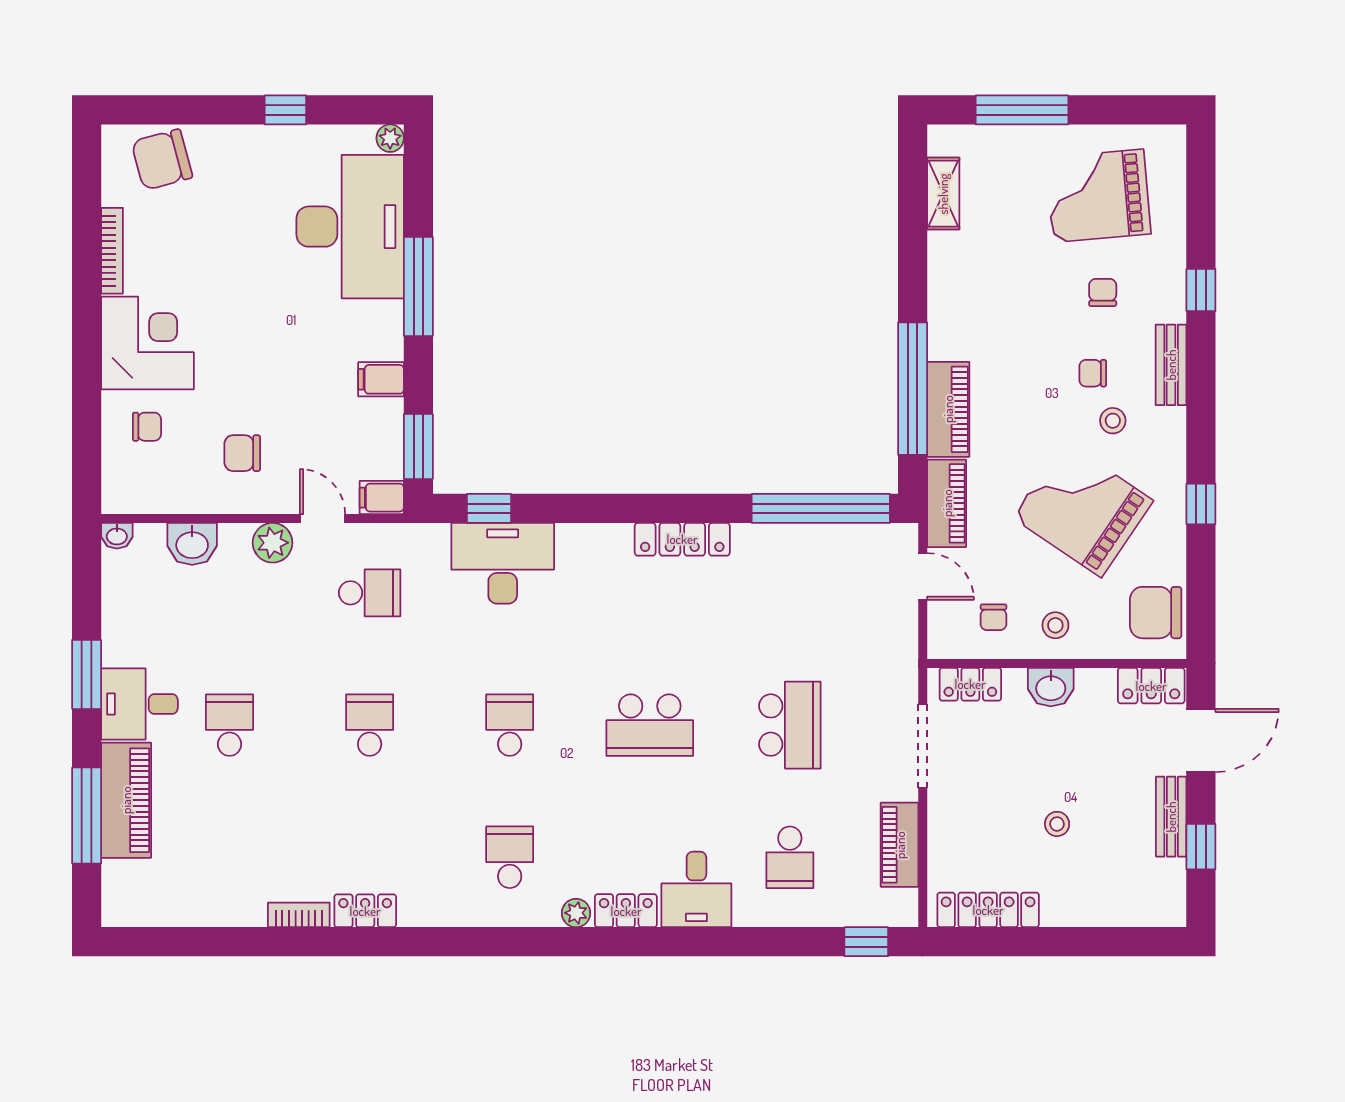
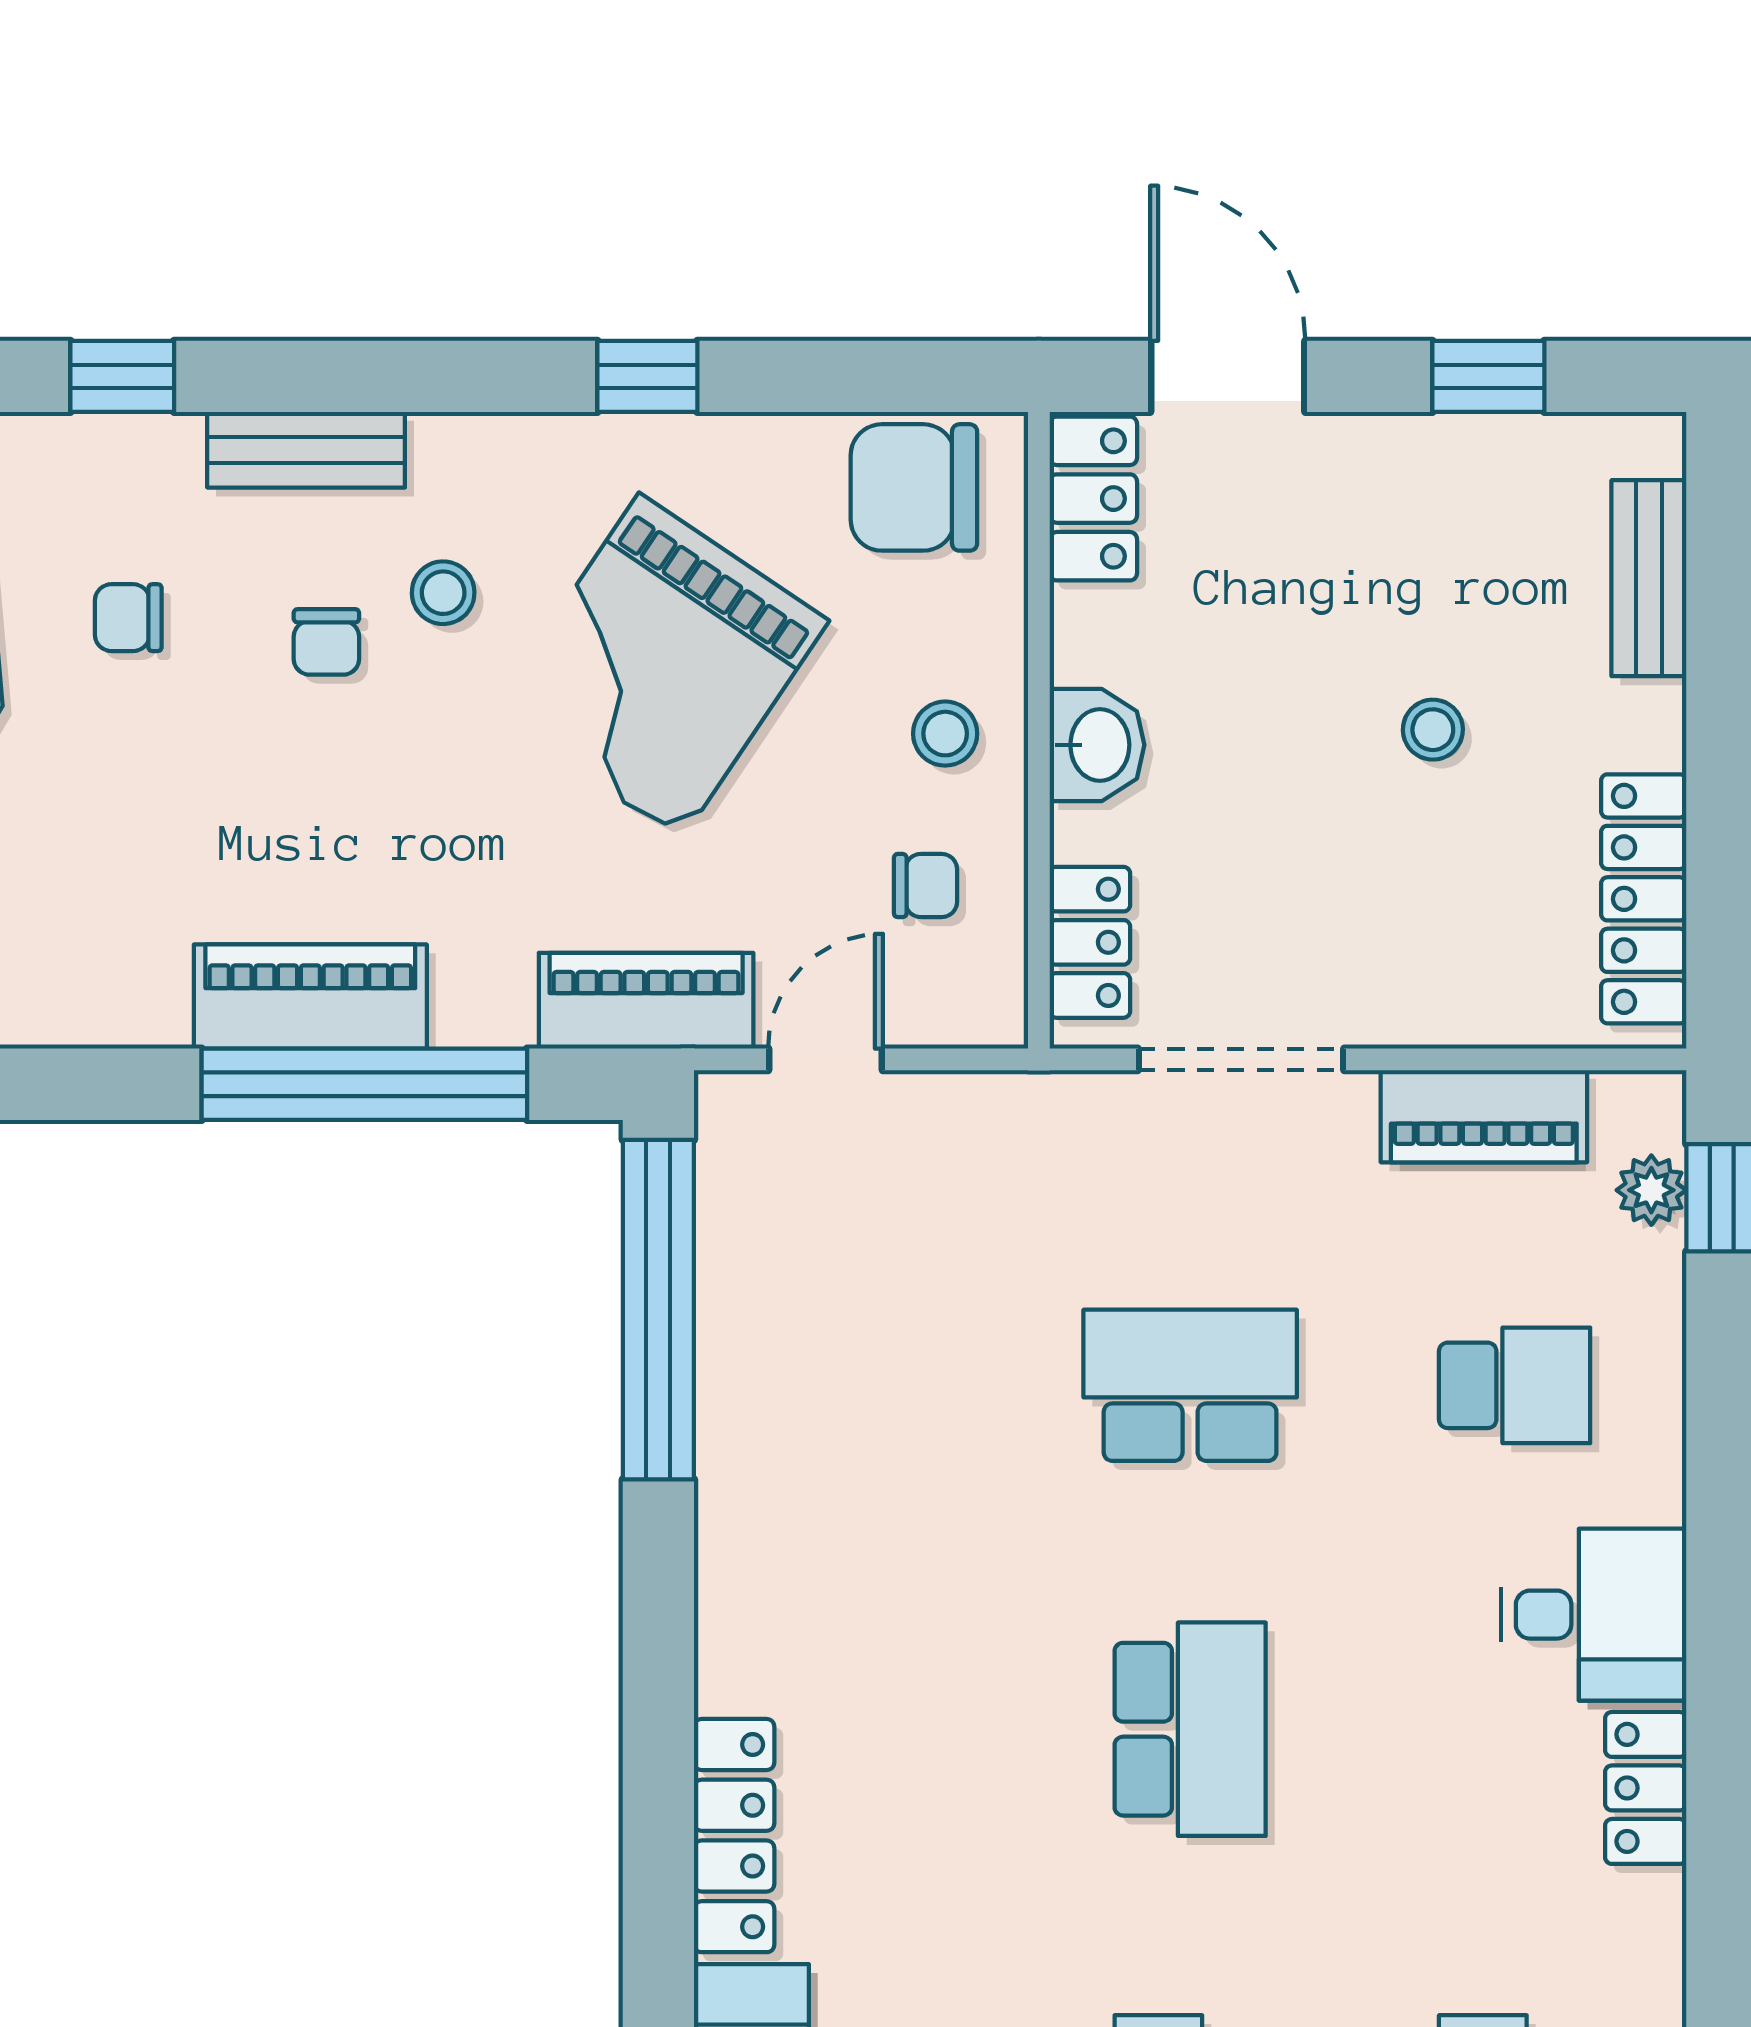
piano: (948, 409) -> (310, 997), moved
locker: (682, 539) -> (734, 1836), moved
chair: (1156, 613) -> (914, 487), turned 90
bench: (1171, 817) -> (1649, 578), moved, turned 90
plant: (576, 913) -> (1651, 1190), moved

